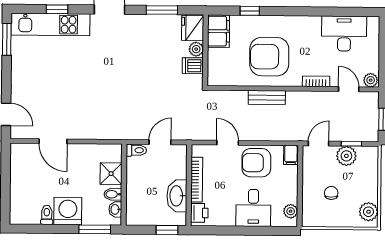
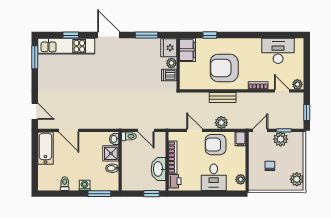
plant: (265, 132) -> (221, 123), added
door: (160, 142) -> (146, 130), swing flipped
bathtub: (20, 165) -> (45, 148), added
washbasin: (115, 209) -> (114, 139), moved
washing machine: (68, 211) -> (85, 185), width x0.53, depth x0.53

